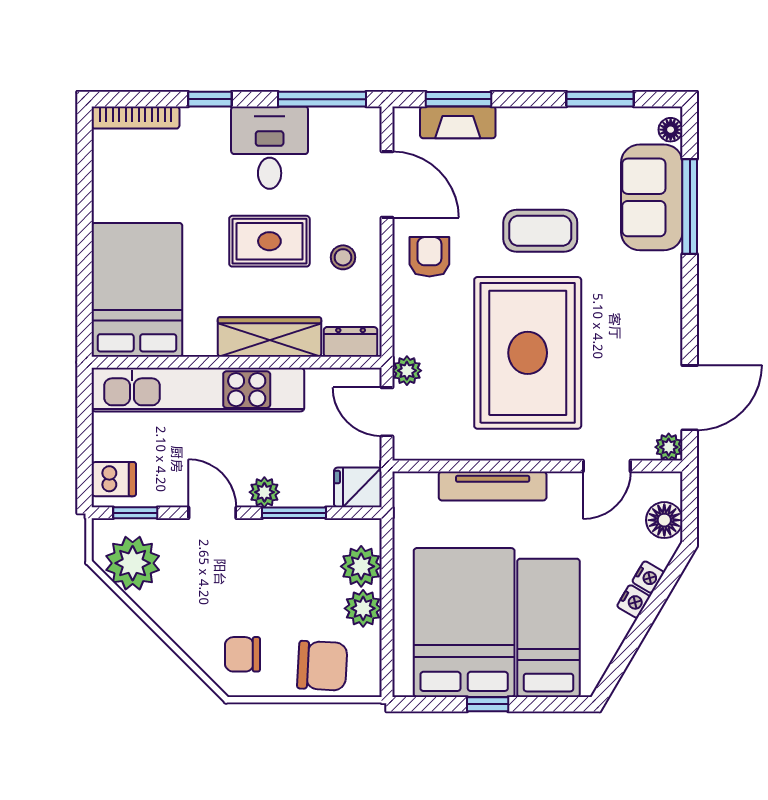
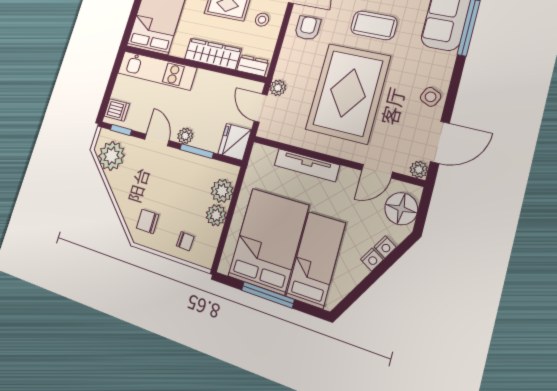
side table: (659, 330) -> (431, 97), added
kitchen unit: (198, 390) -> (157, 70), width x0.73
fridge: (358, 487) -> (235, 142), width x1.38
floor lamp: (664, 520) -> (401, 209), width x1.38, depth x1.38
chair: (322, 666) -> (185, 241), width x0.54, depth x0.54
window: (488, 704) -> (268, 295), width x2.17

